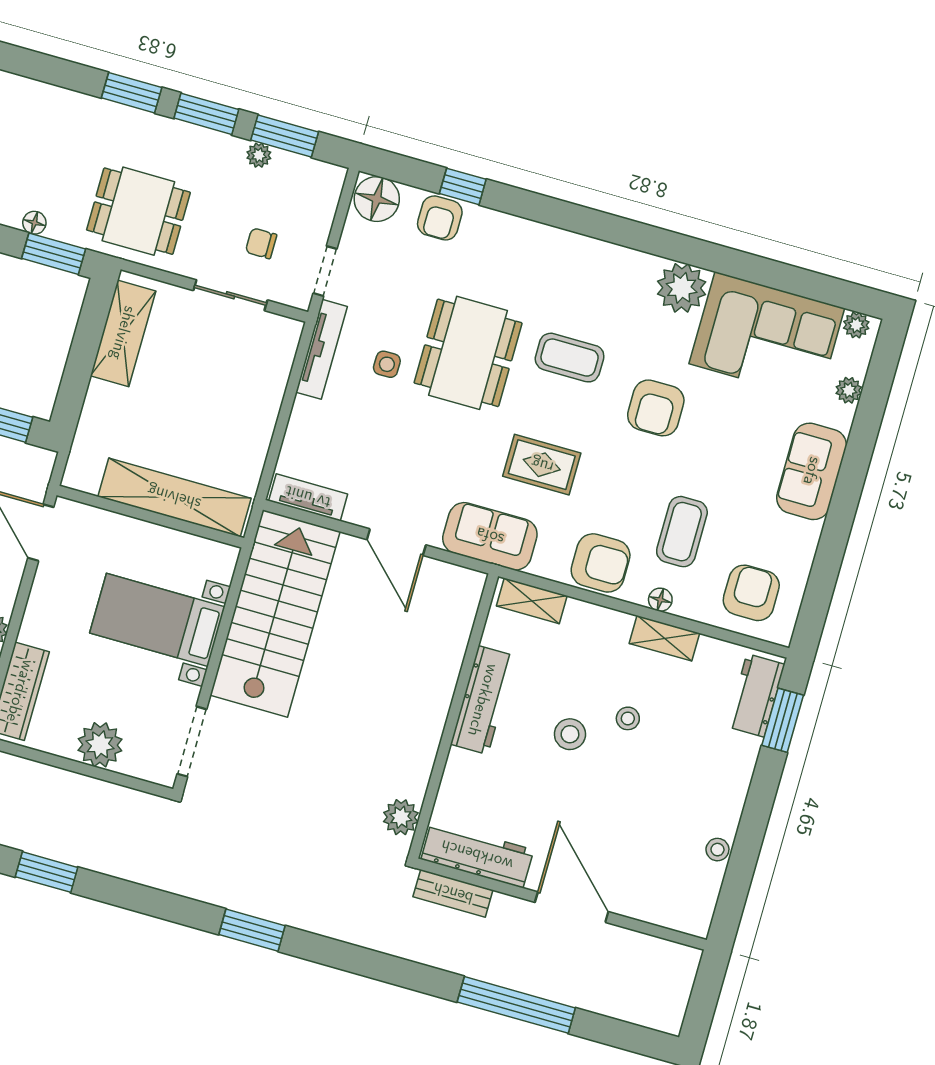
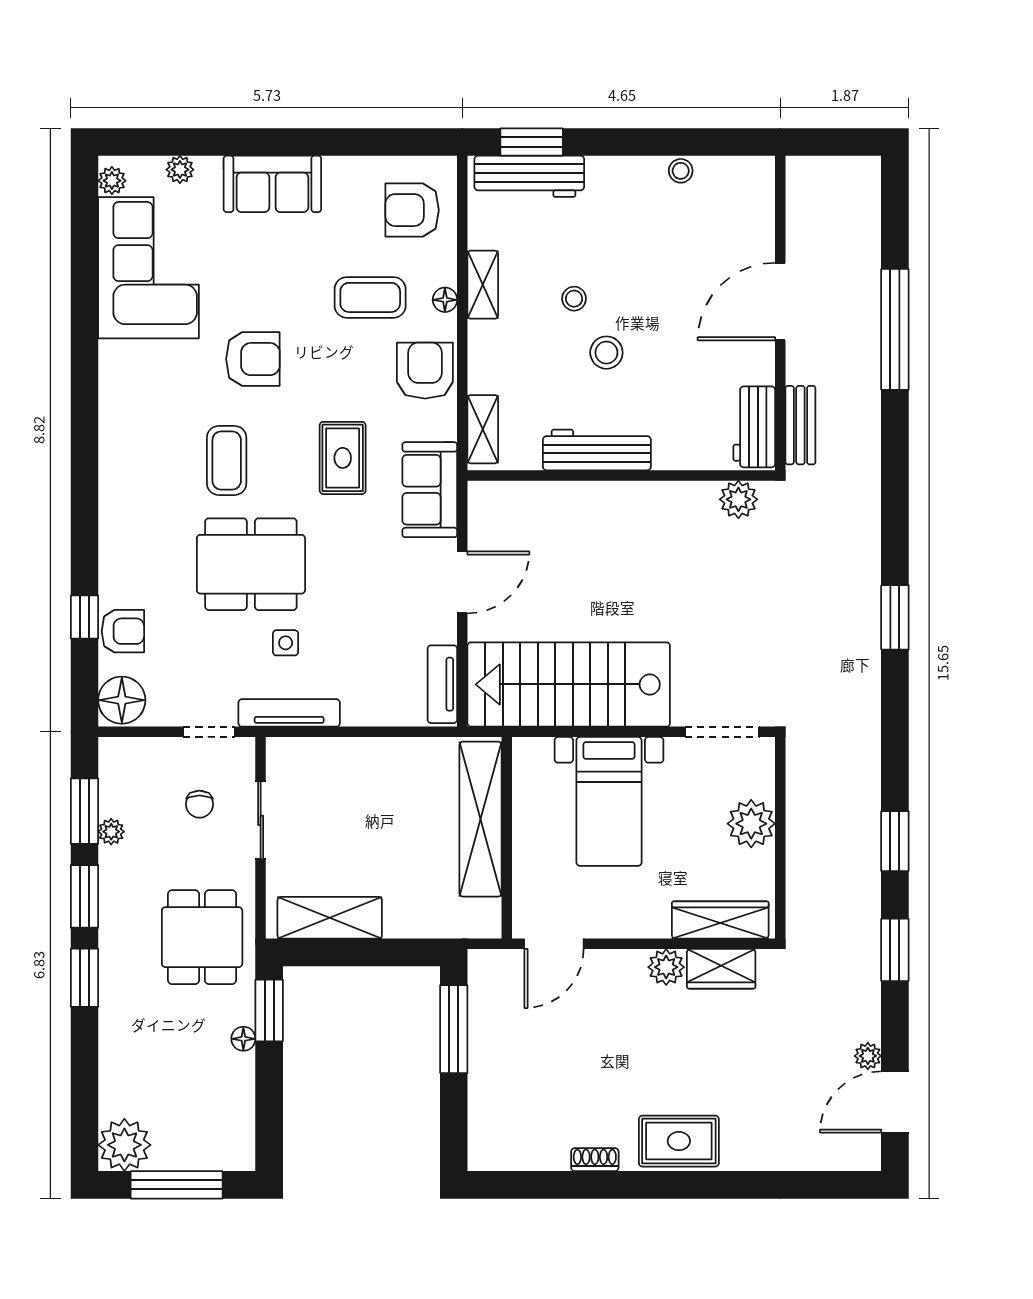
plant: (682, 288) -> (124, 367), removed
workbench: (756, 695) -> (529, 176), width x1.38
workbench: (477, 855) -> (754, 427), width x0.73

